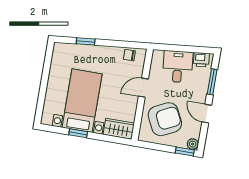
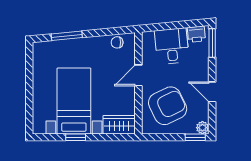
window: (86, 41) -> (67, 36), width x1.50
window: (212, 82) -> (212, 43), moved

